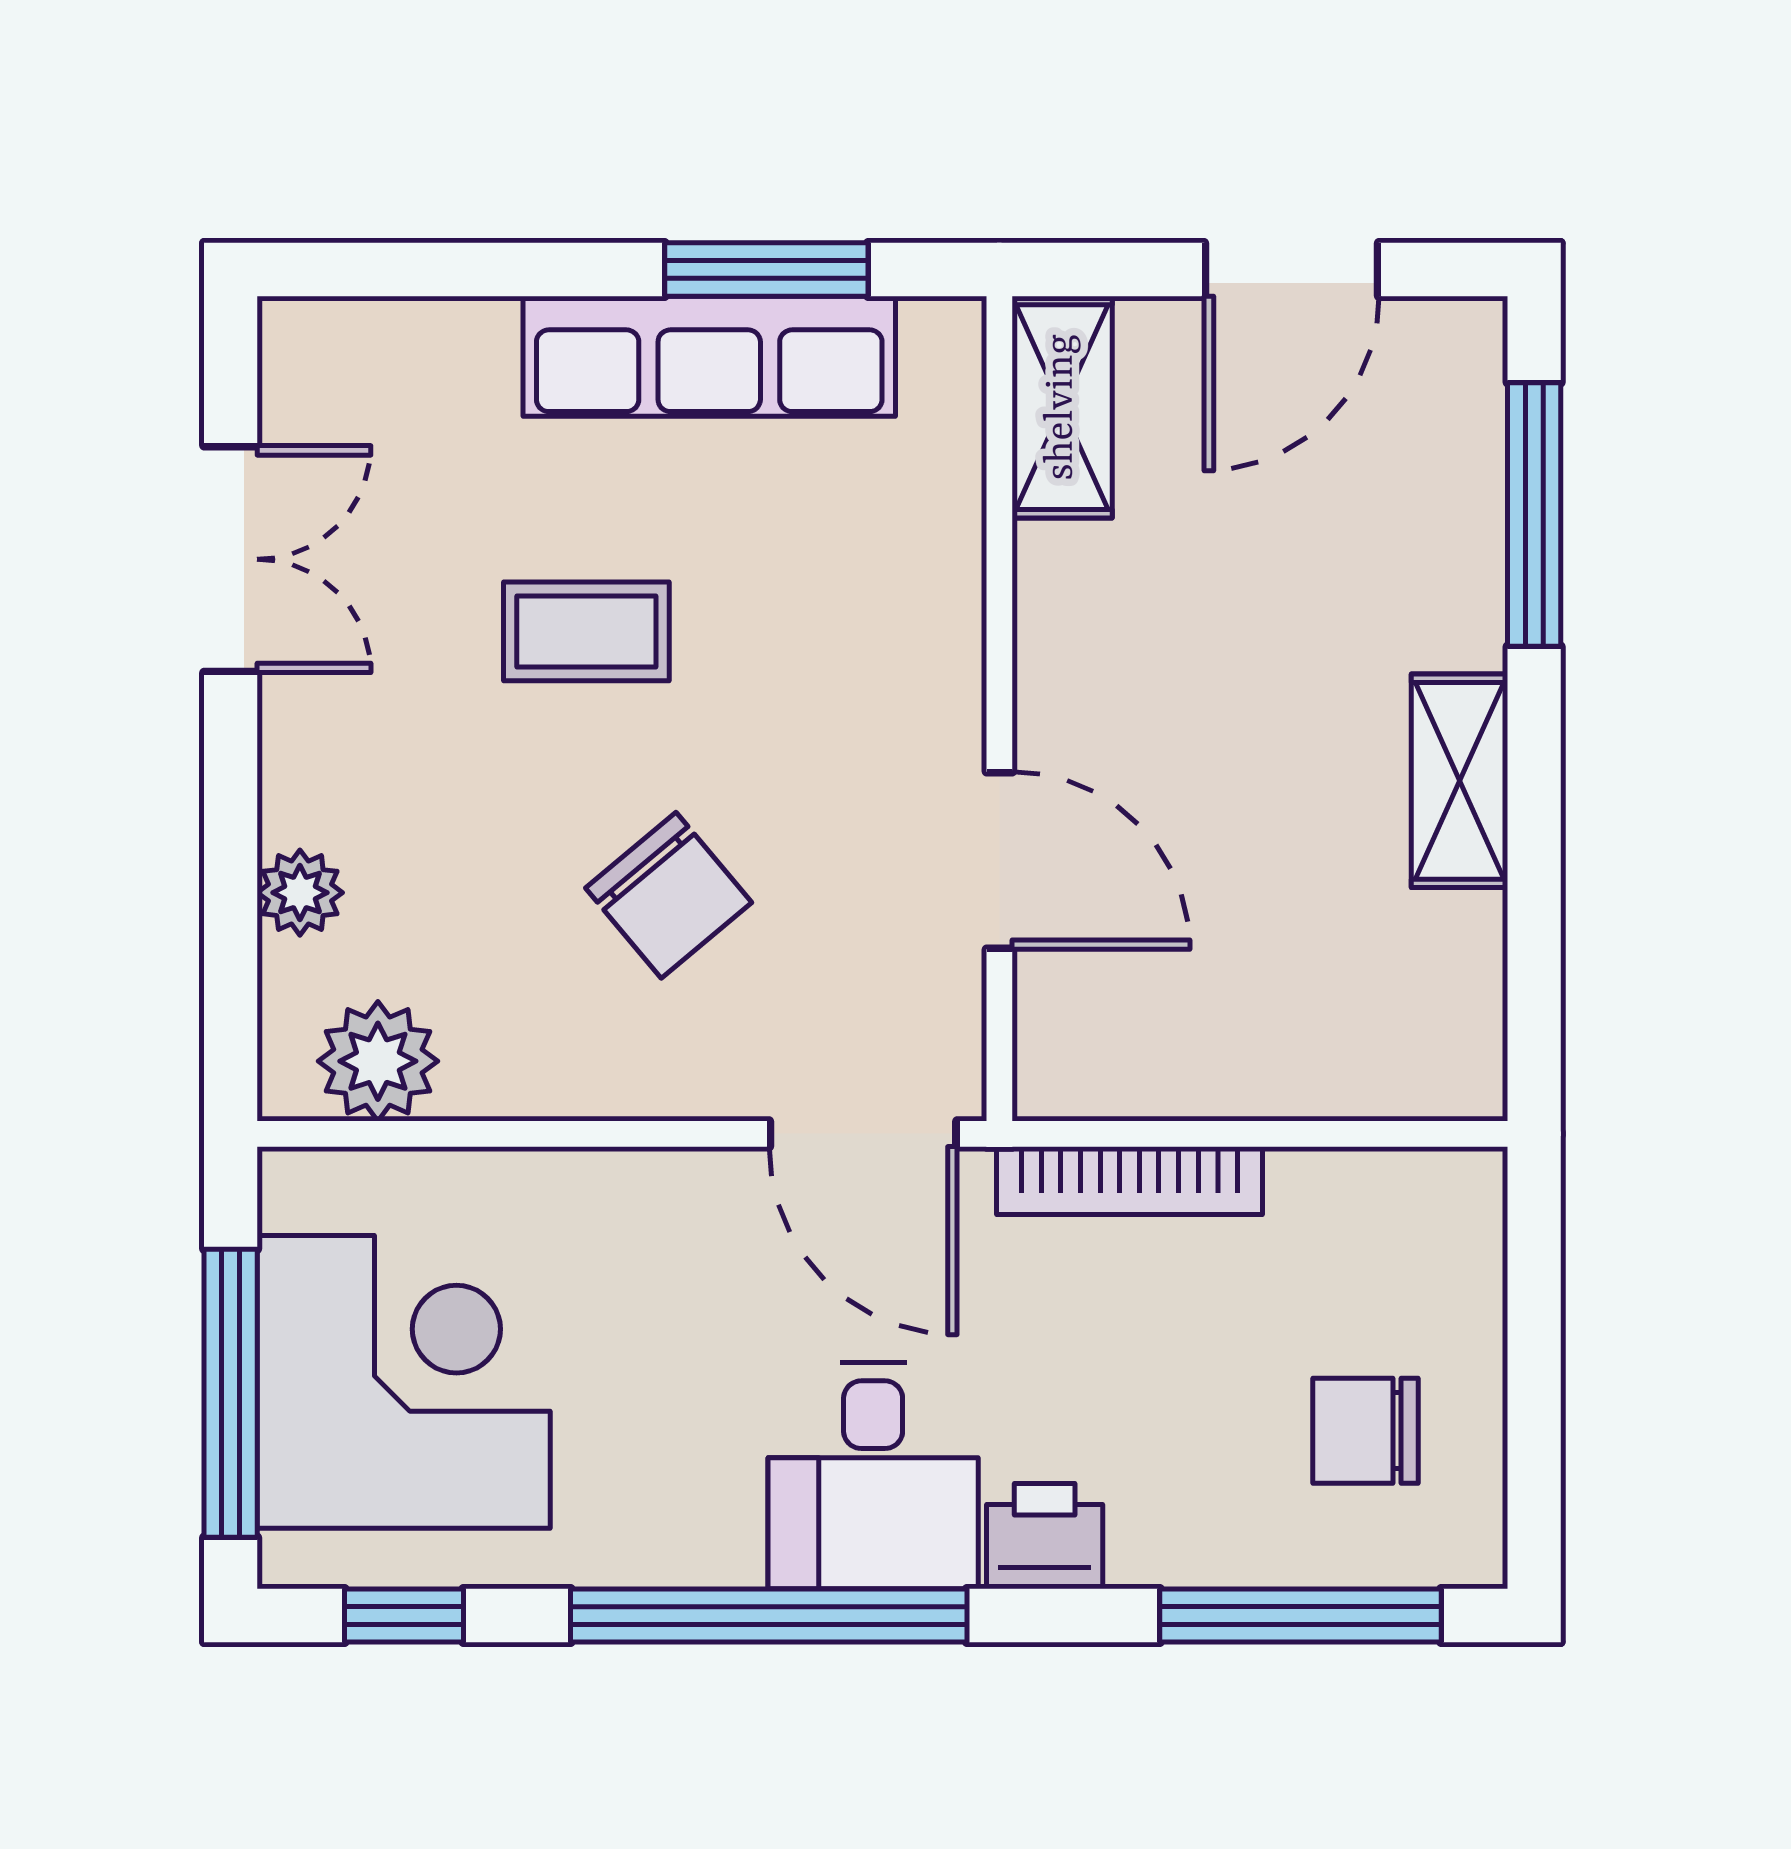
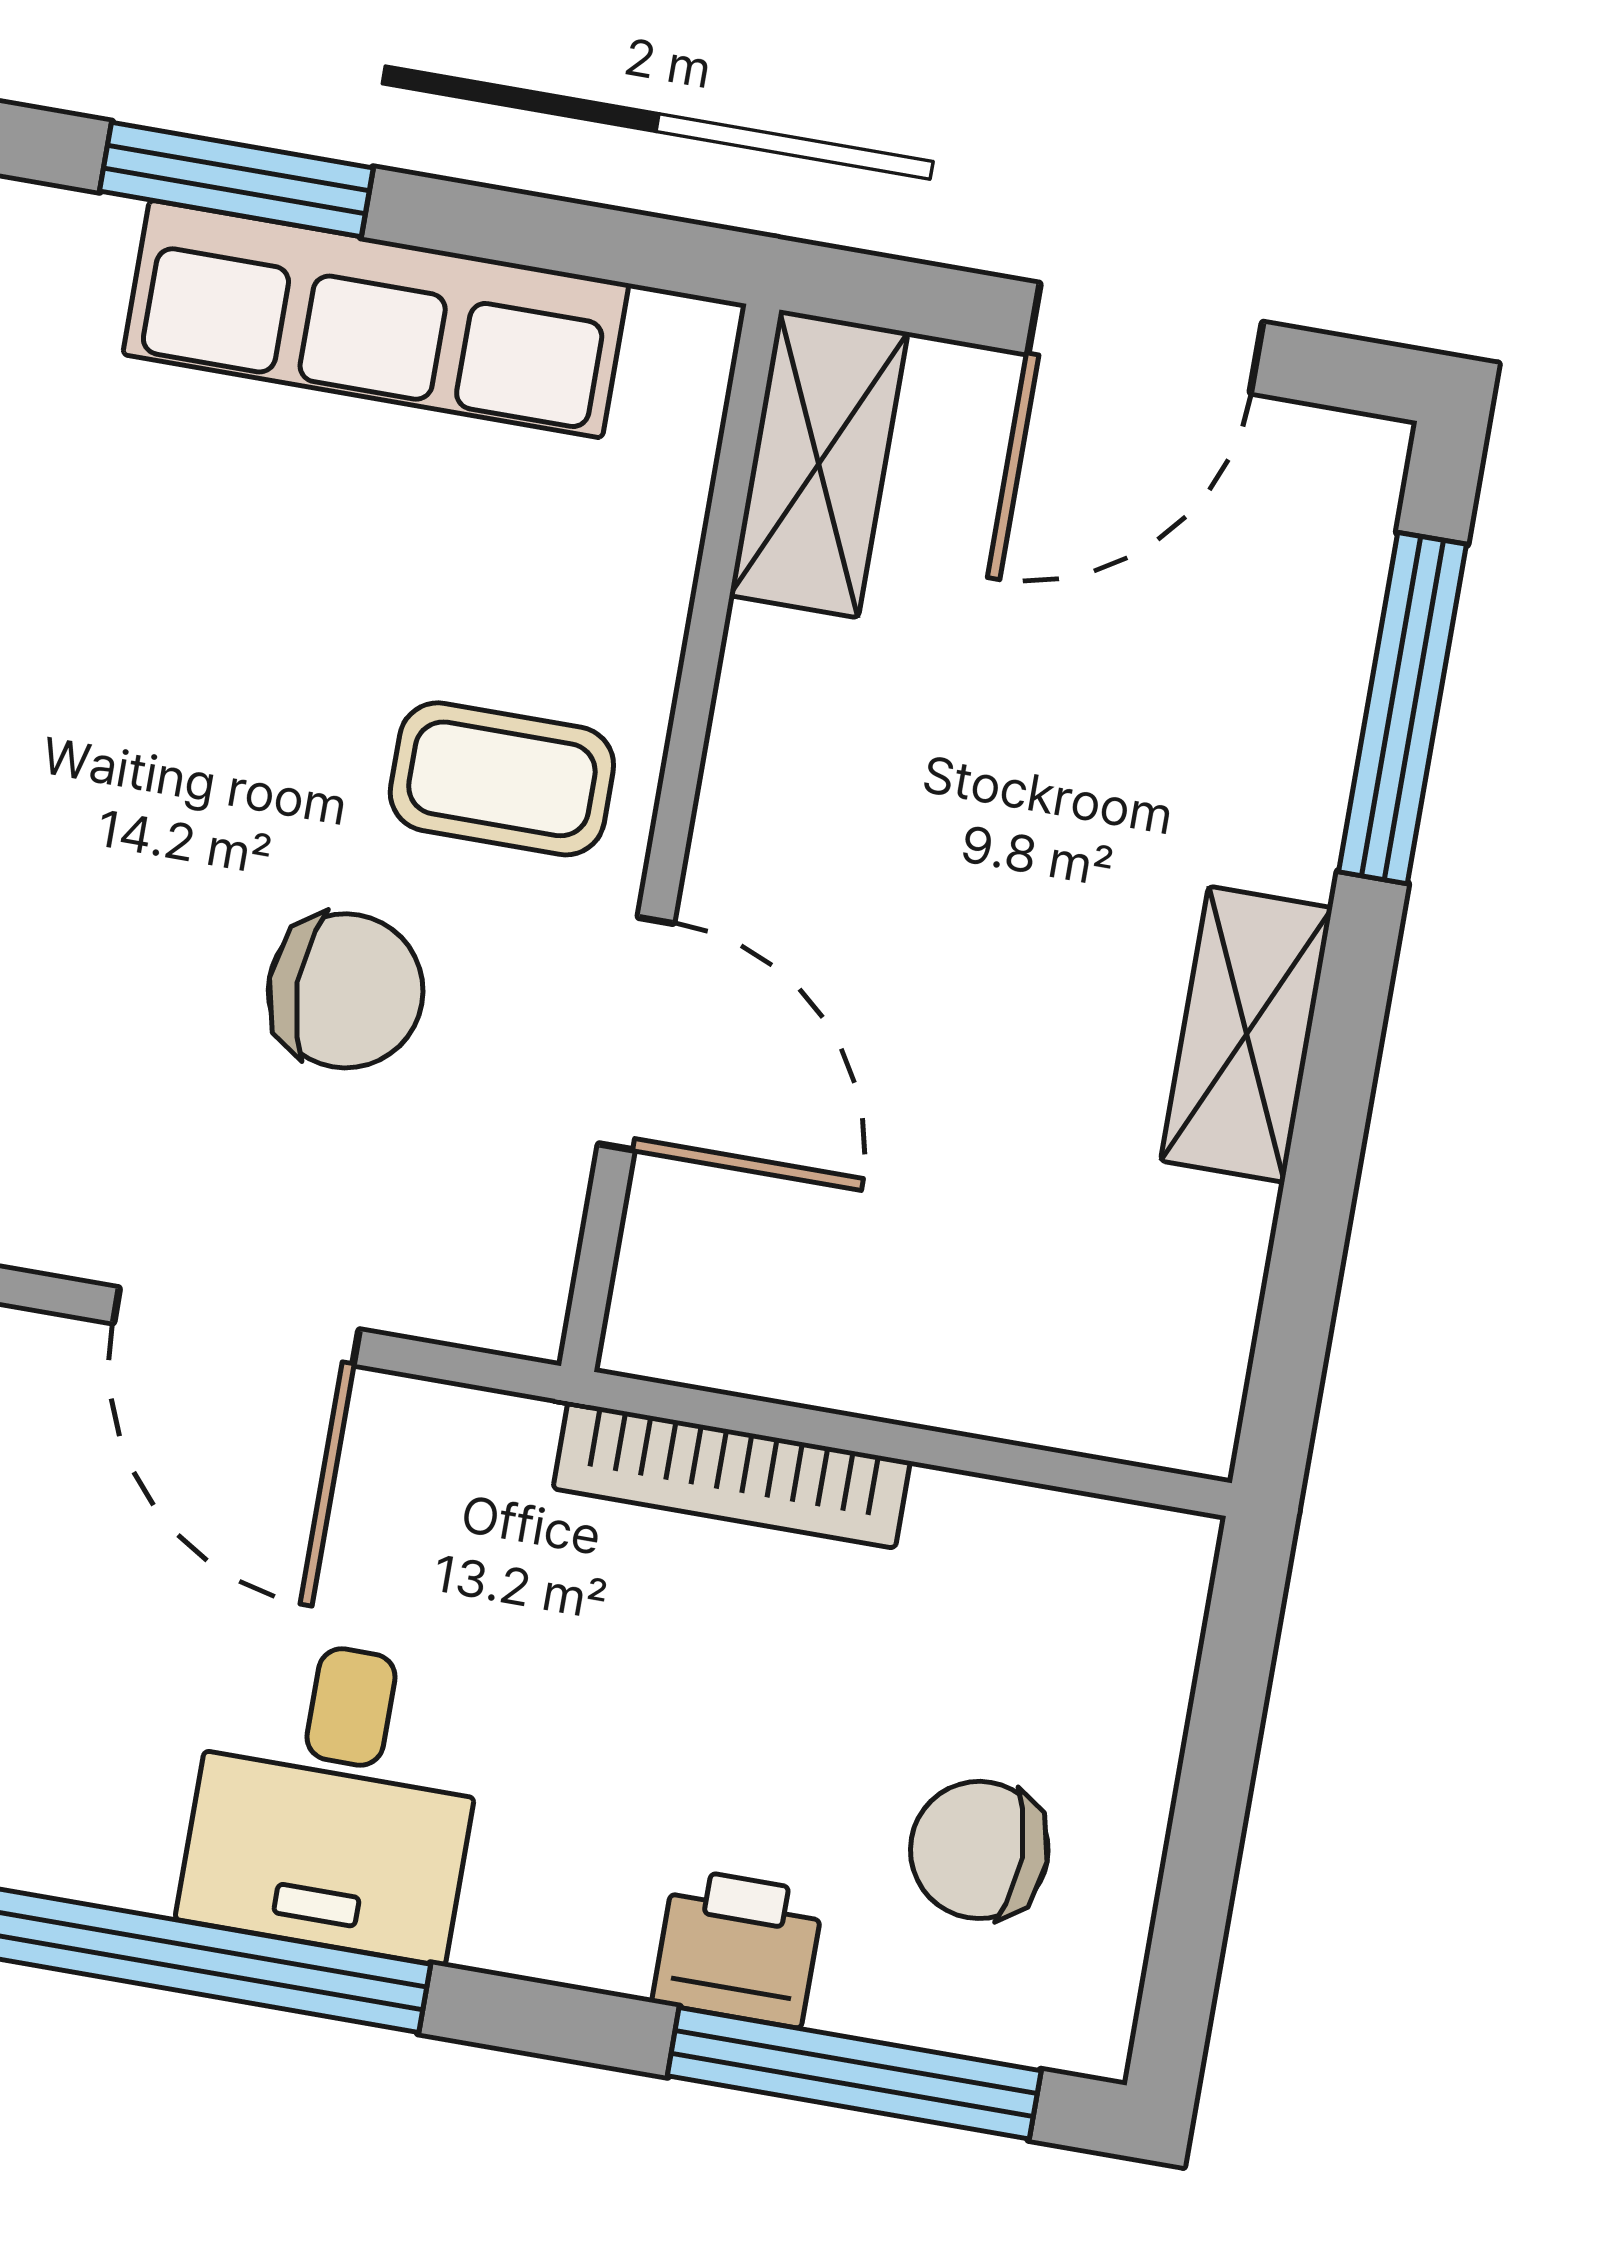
window: (766, 269) -> (236, 180), moved
coffee table: (586, 631) -> (502, 779), moved
chair: (669, 895) -> (346, 991), moved, turned -50
door: (863, 1134) -> (236, 1326), moved
printer: (1045, 1536) -> (738, 1948), moved

